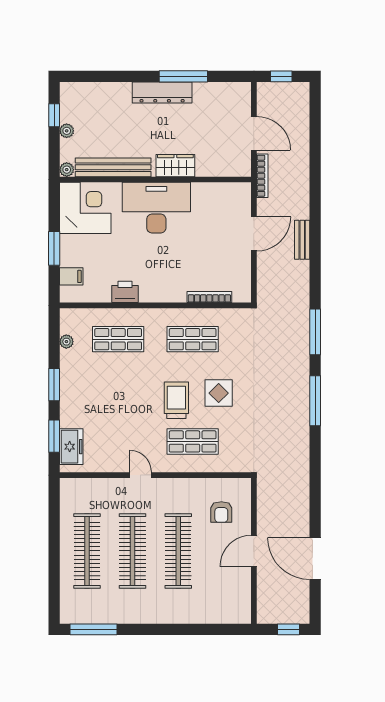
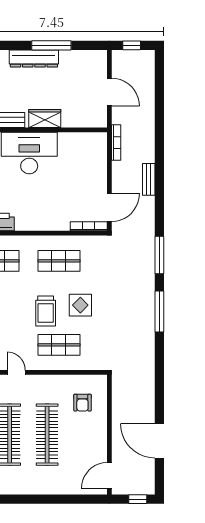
bookcase: (262, 176) -> (116, 143), moved
door: (254, 234) -> (109, 207), moved
bookcase: (209, 297) -> (89, 226), moved
trolley: (176, 400) -> (46, 311), turned 180
door: (254, 551) -> (109, 476), moved

